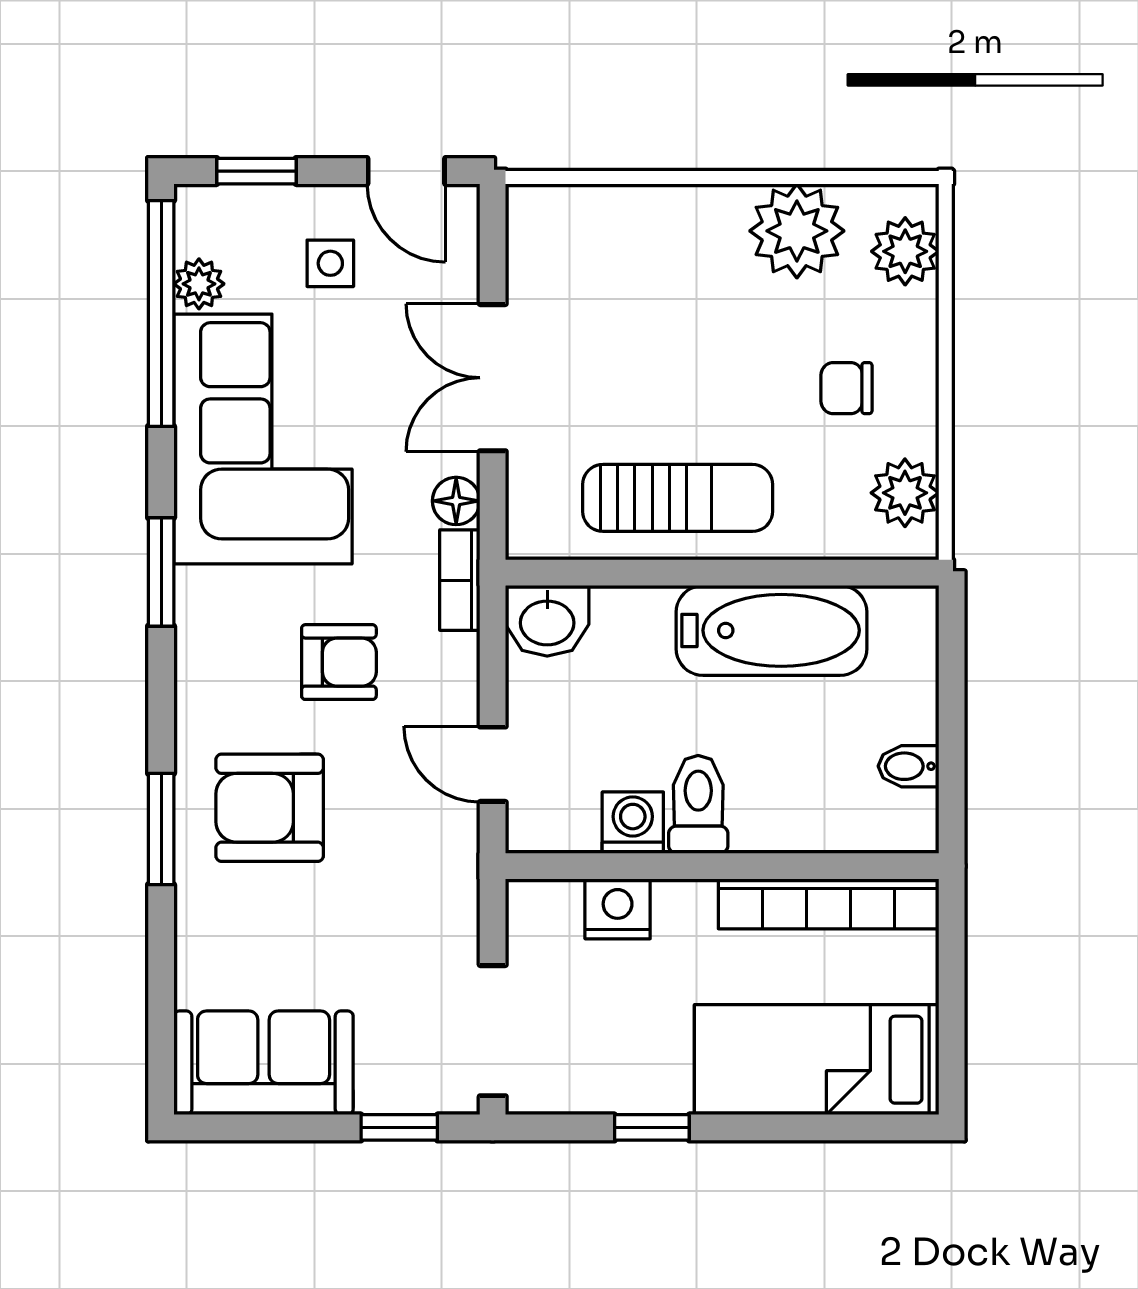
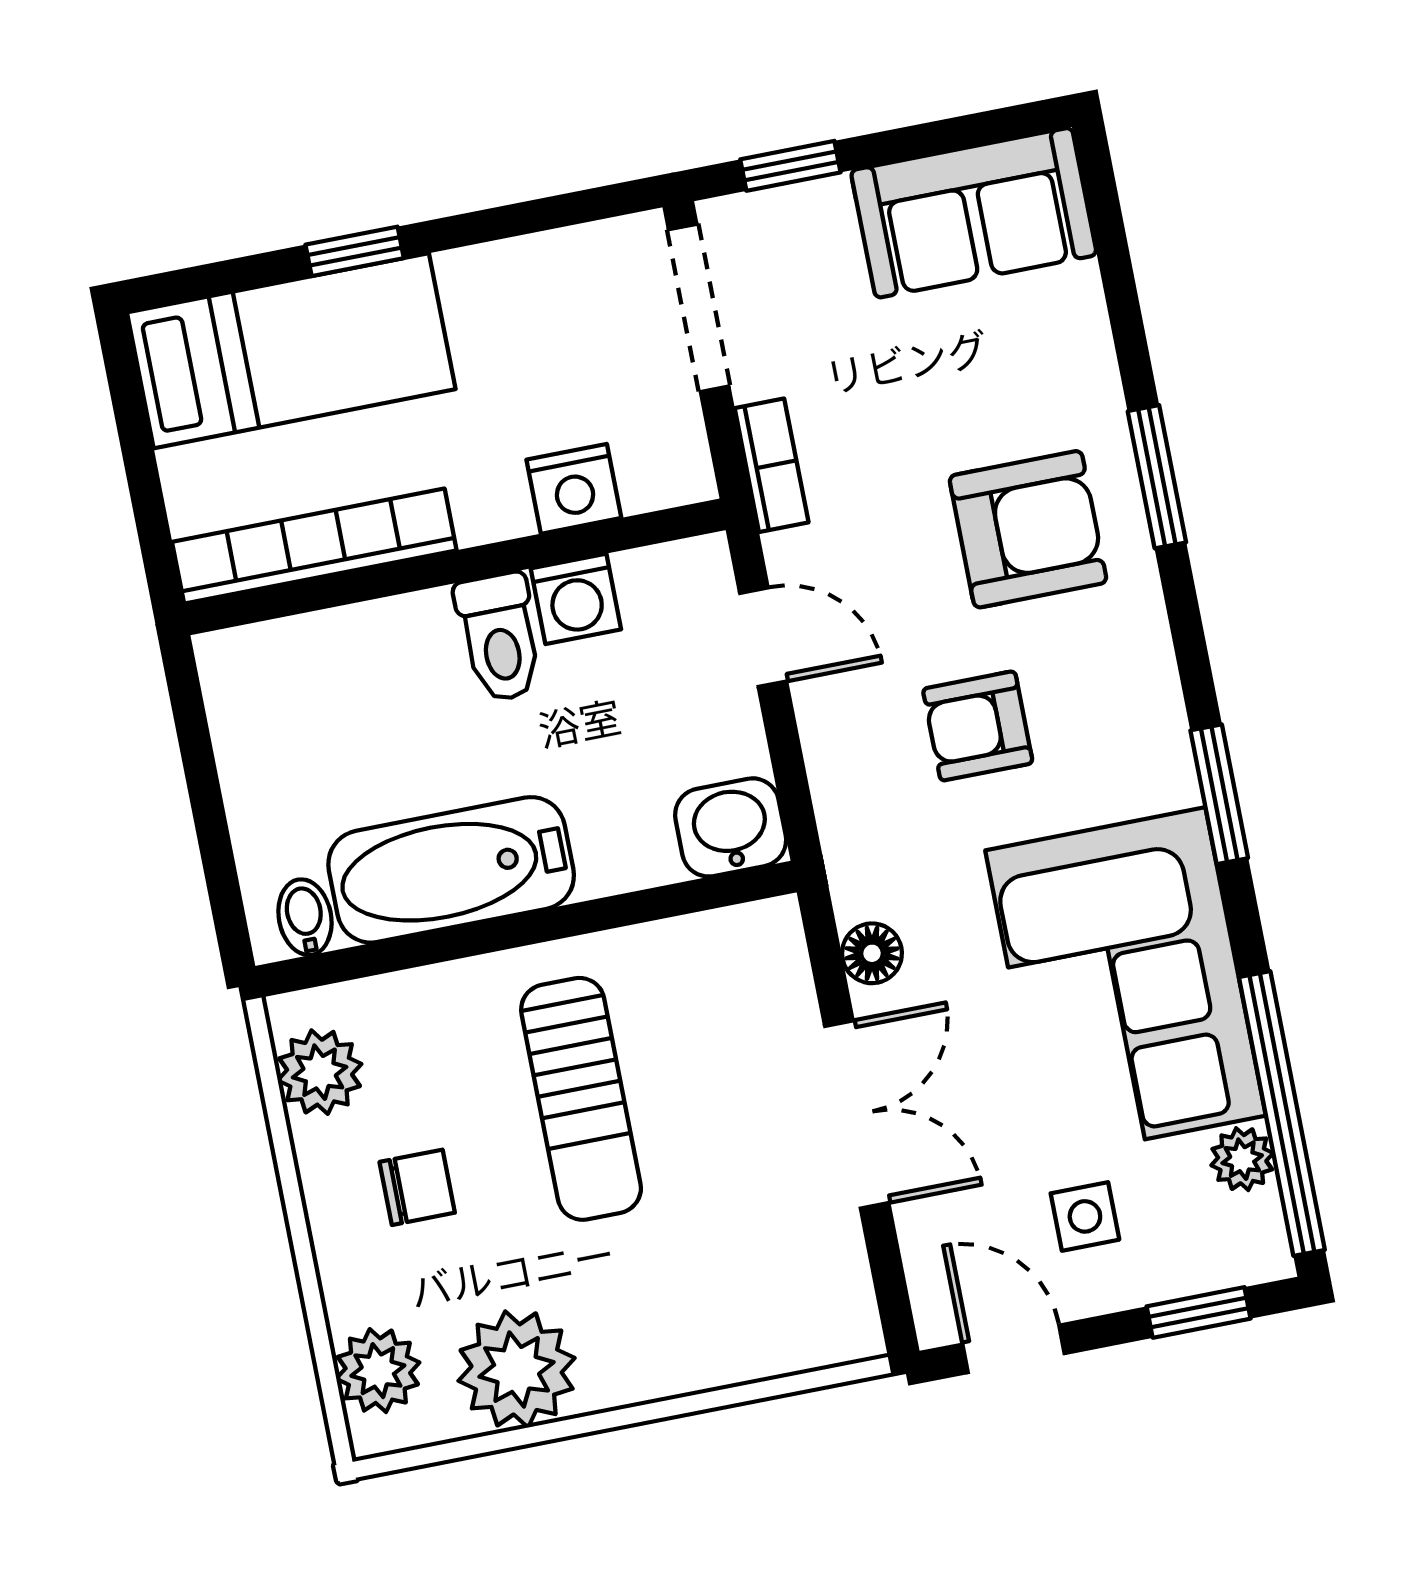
sun lounger: (678, 498) -> (581, 1099), moved, turned -90
bookcase: (460, 580) -> (772, 465), moved
bidet: (909, 766) -> (305, 917), moved, turned -90
window: (652, 1127) -> (355, 251), moved

